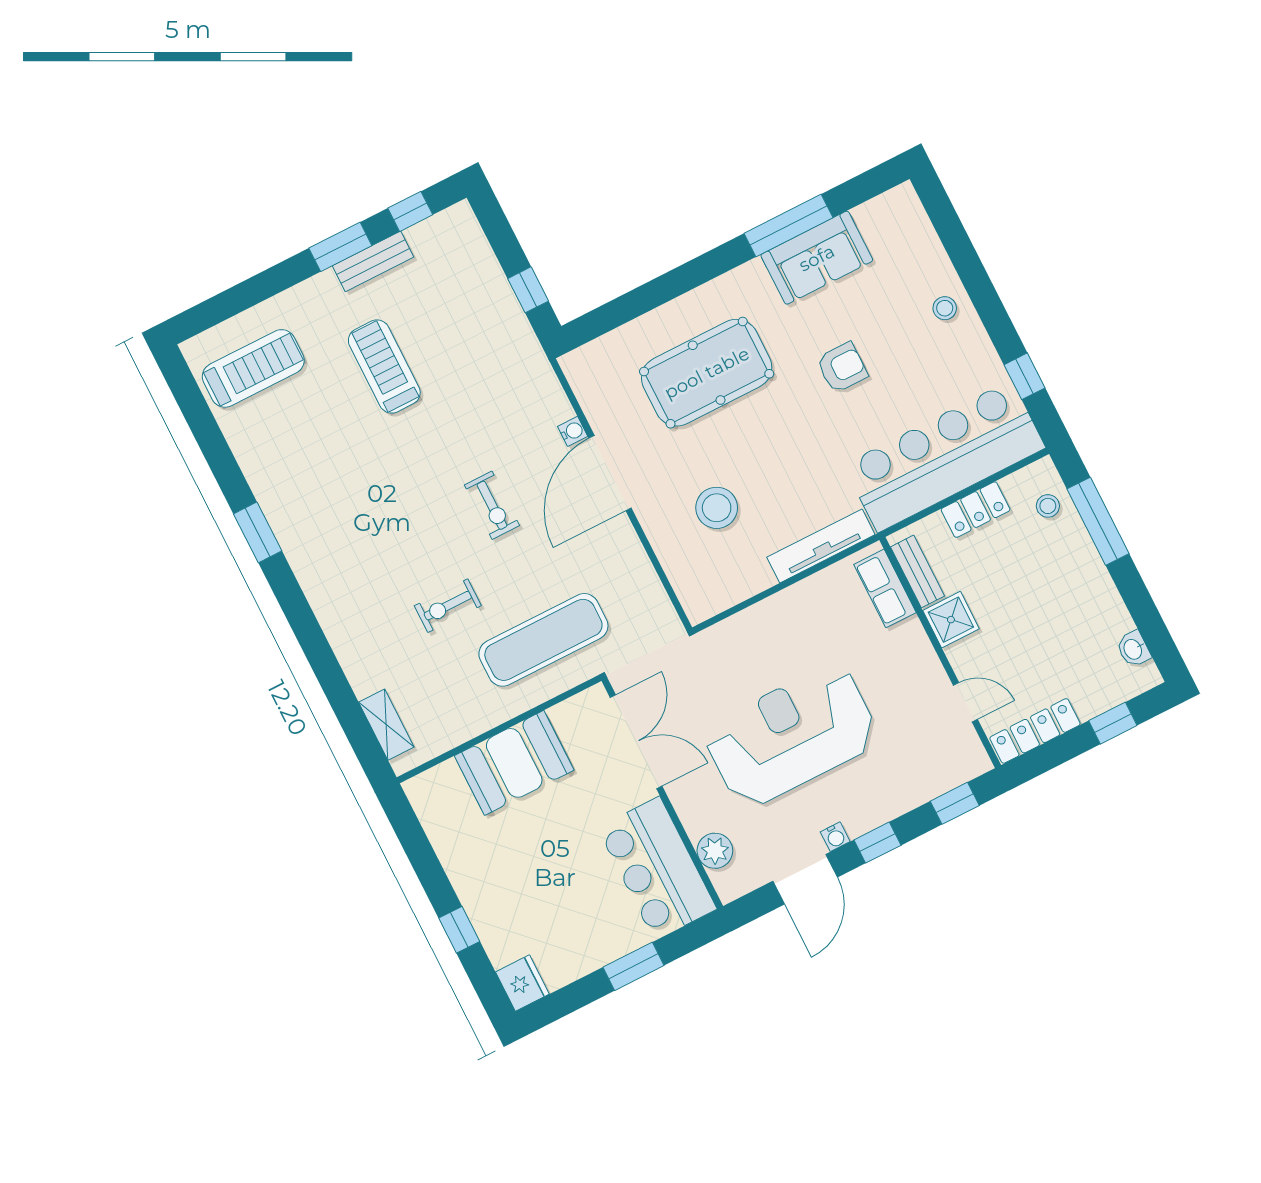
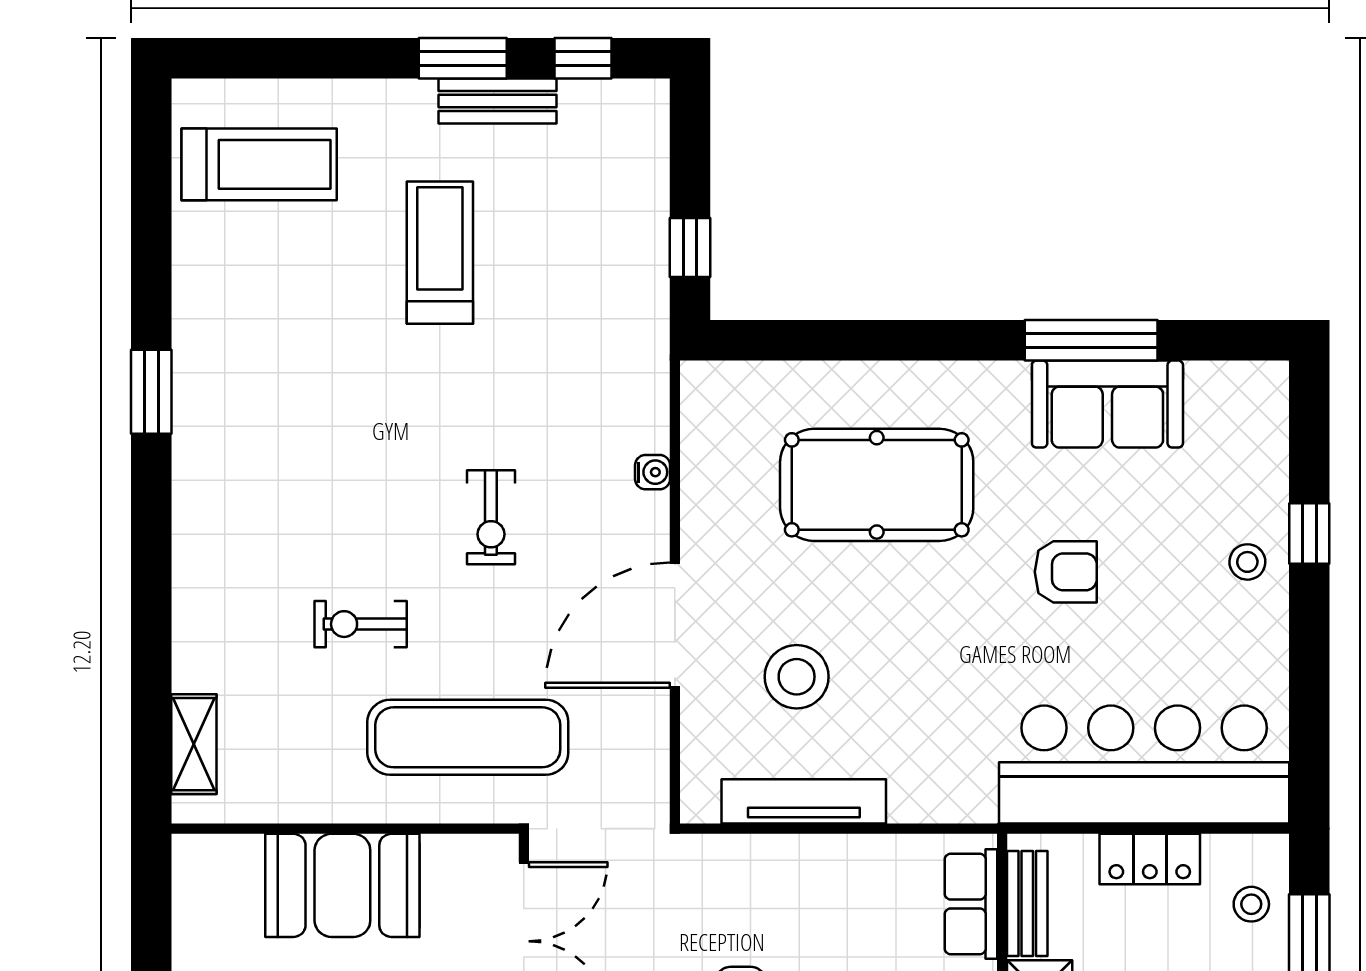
window: (1025, 376) -> (1309, 534), moved
door: (610, 473) -> (675, 625), moved
tv unit: (821, 546) -> (804, 801), moved

